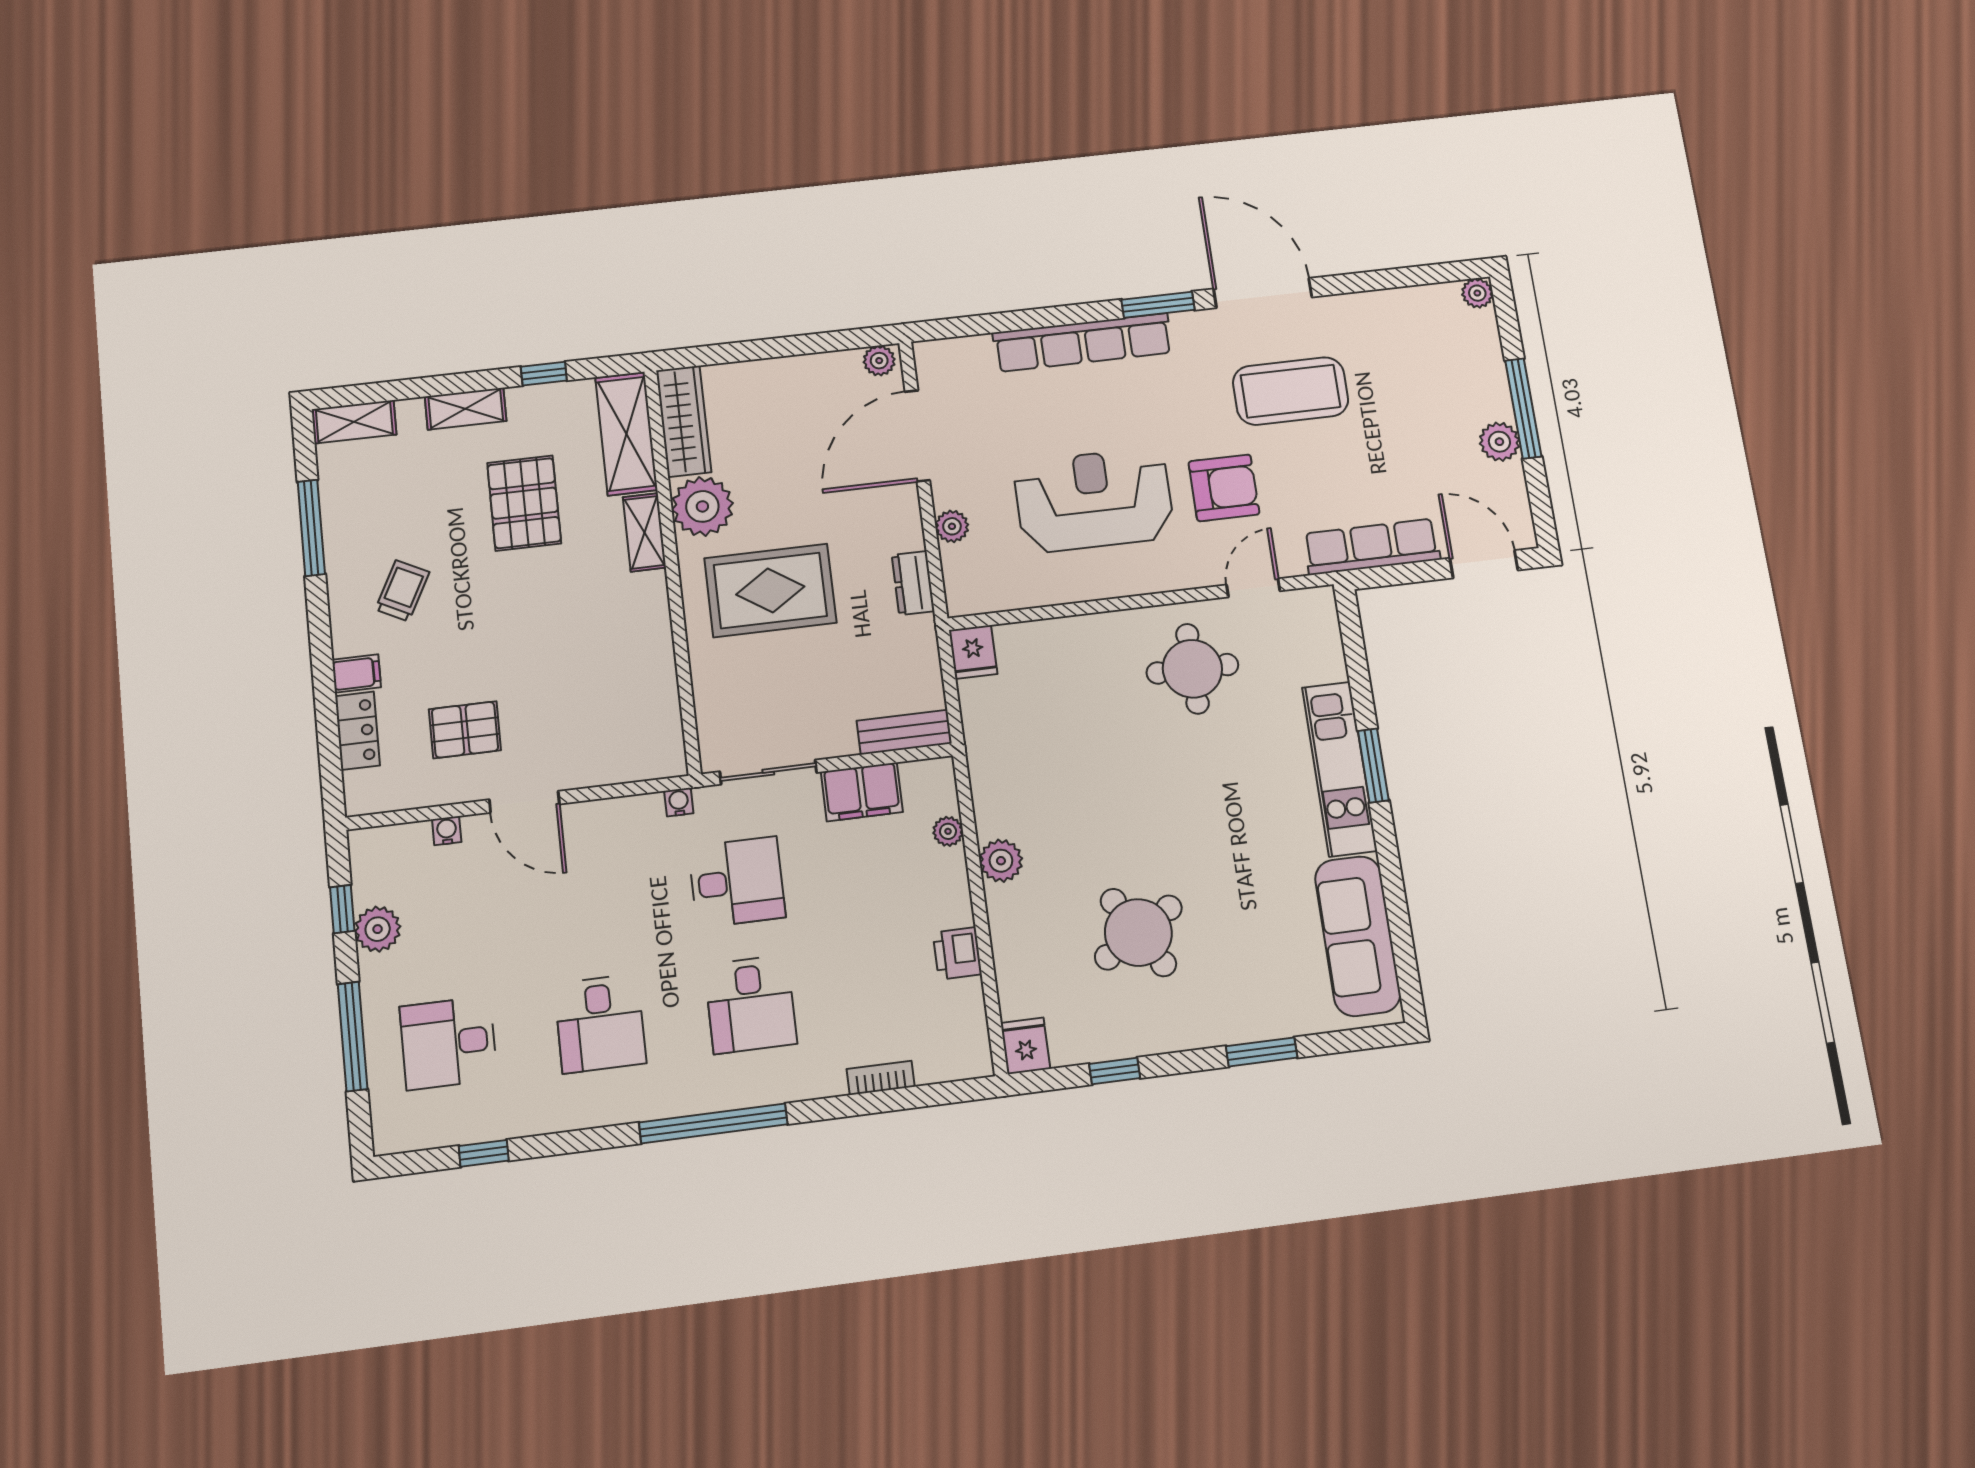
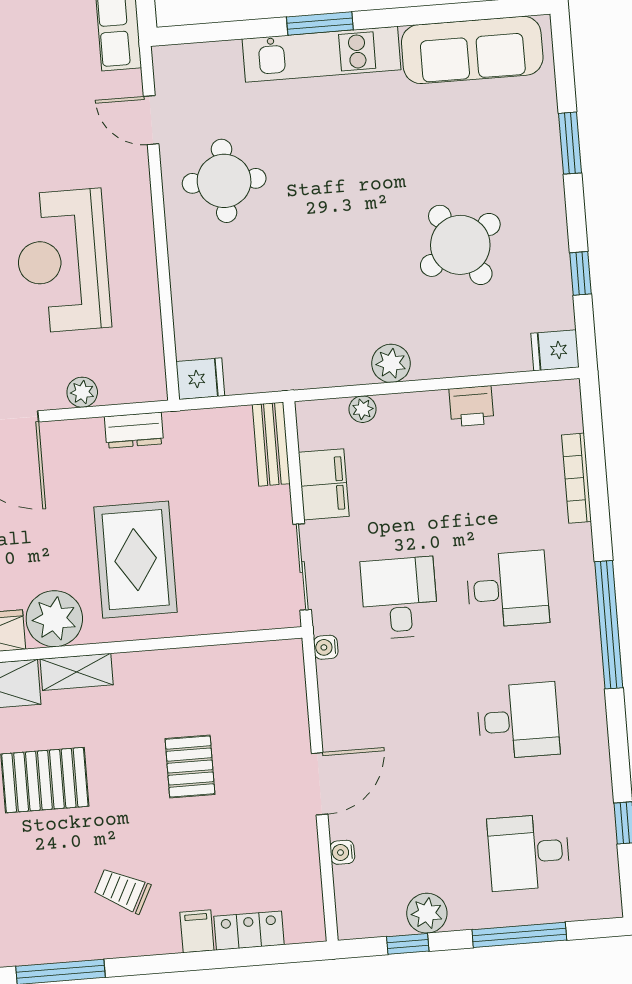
armchair: (1224, 488) -> (56, 140), removed
pallet: (465, 730) -> (190, 767), moved
desk: (449, 1043) -> (529, 852), turned 90
bookcase: (881, 1078) -> (577, 478), width x1.56

